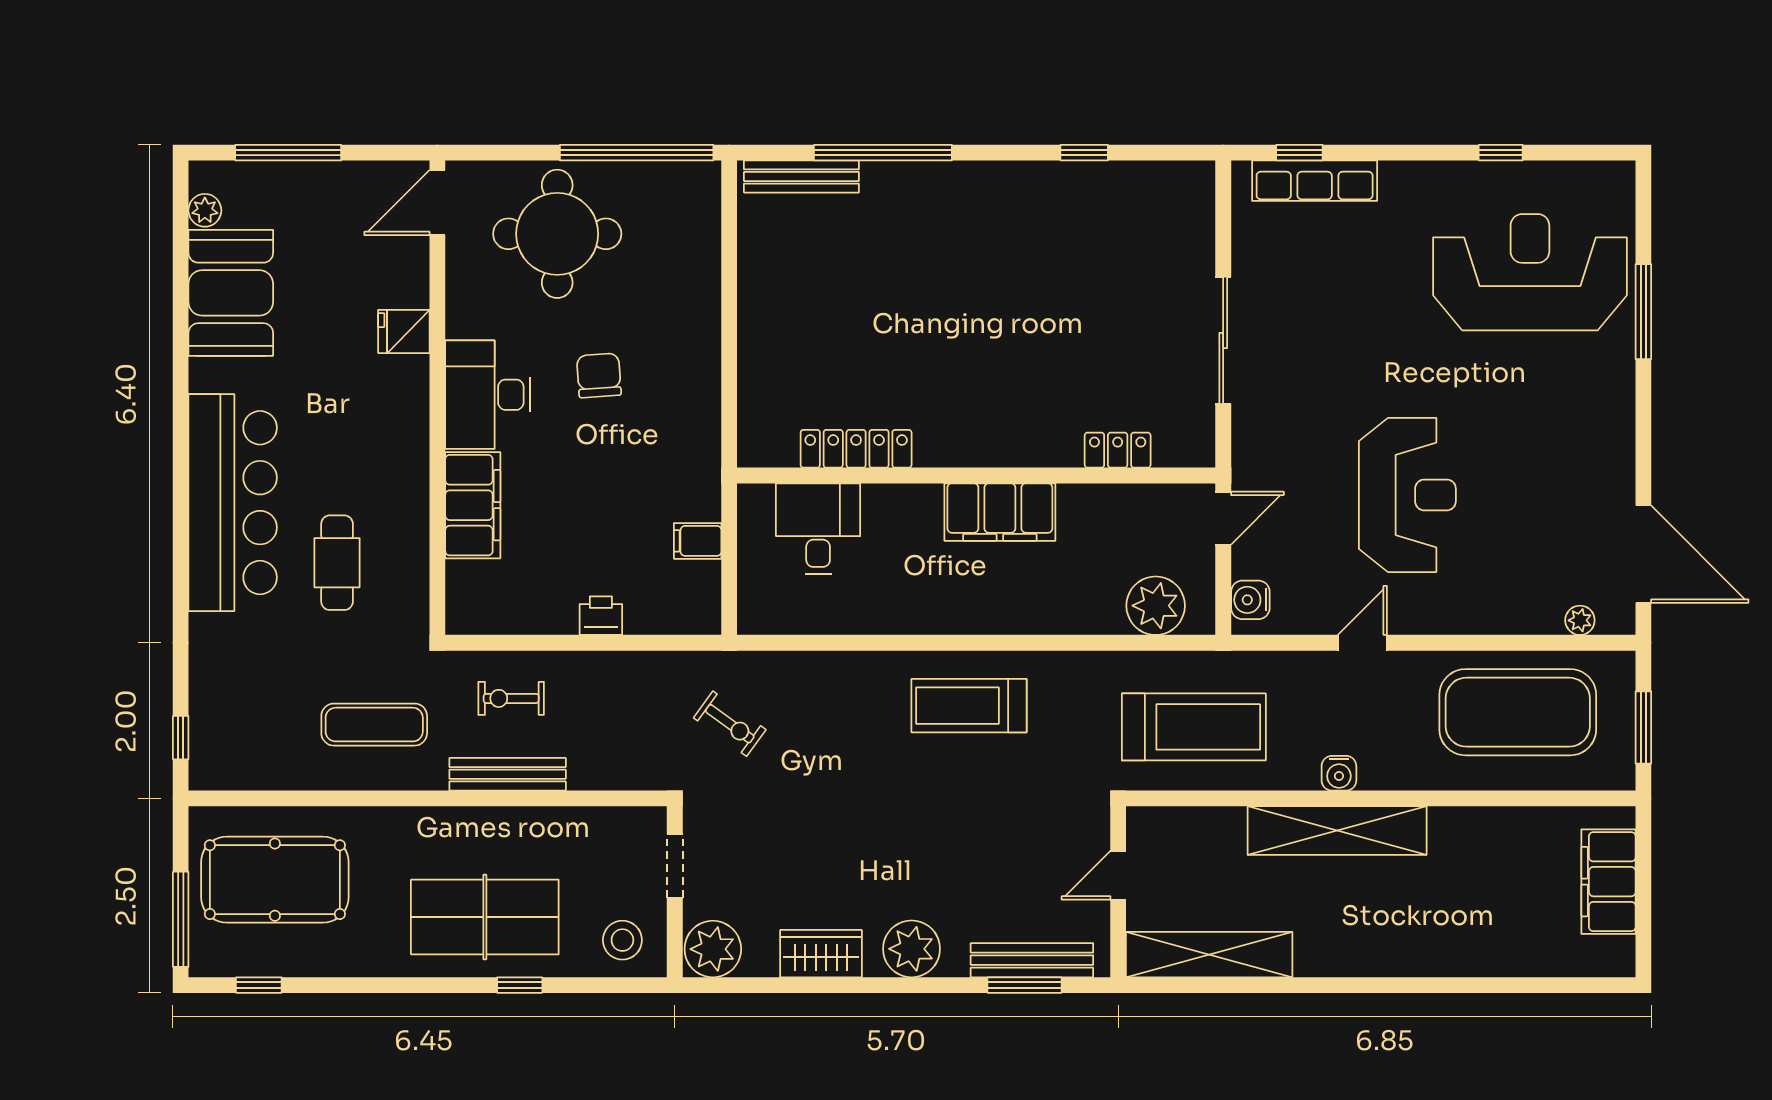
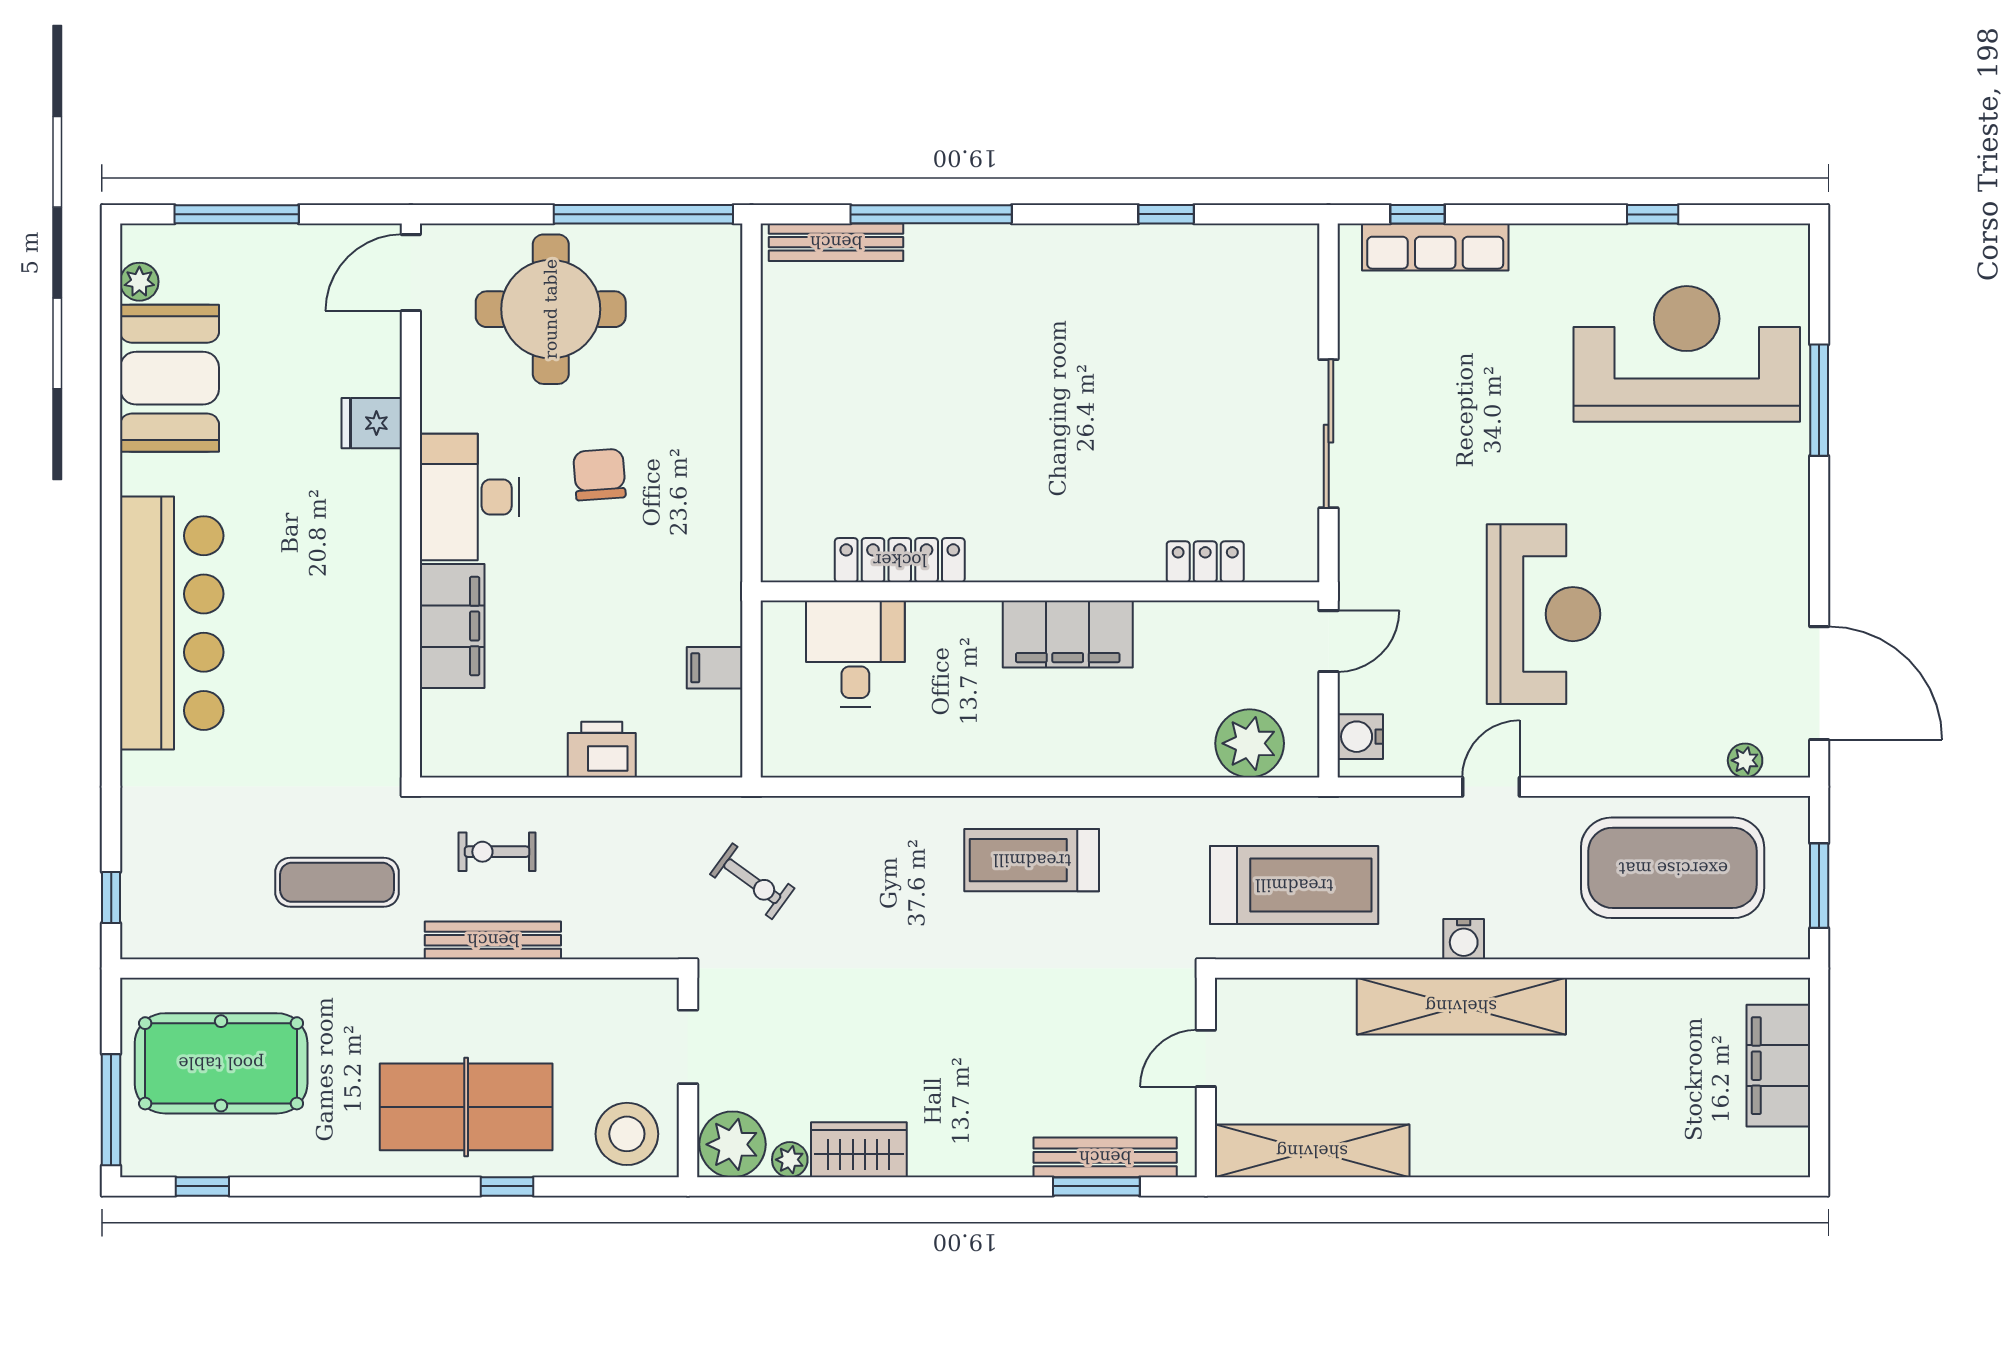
cafe table: (337, 563) -> (294, 693), removed
printer: (601, 616) -> (602, 750), width x1.36, depth x1.24
stool: (622, 940) -> (627, 1134), width x1.38, depth x1.38
plant: (912, 949) -> (790, 1160), moved, width x0.53, depth x0.53

